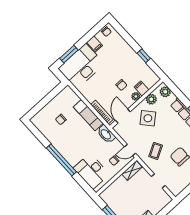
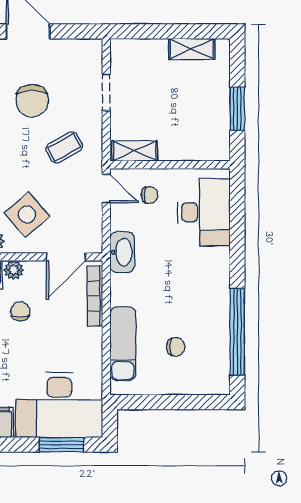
exam couch: (88, 115) -> (123, 344), moved
window: (61, 160) -> (237, 332), moved

